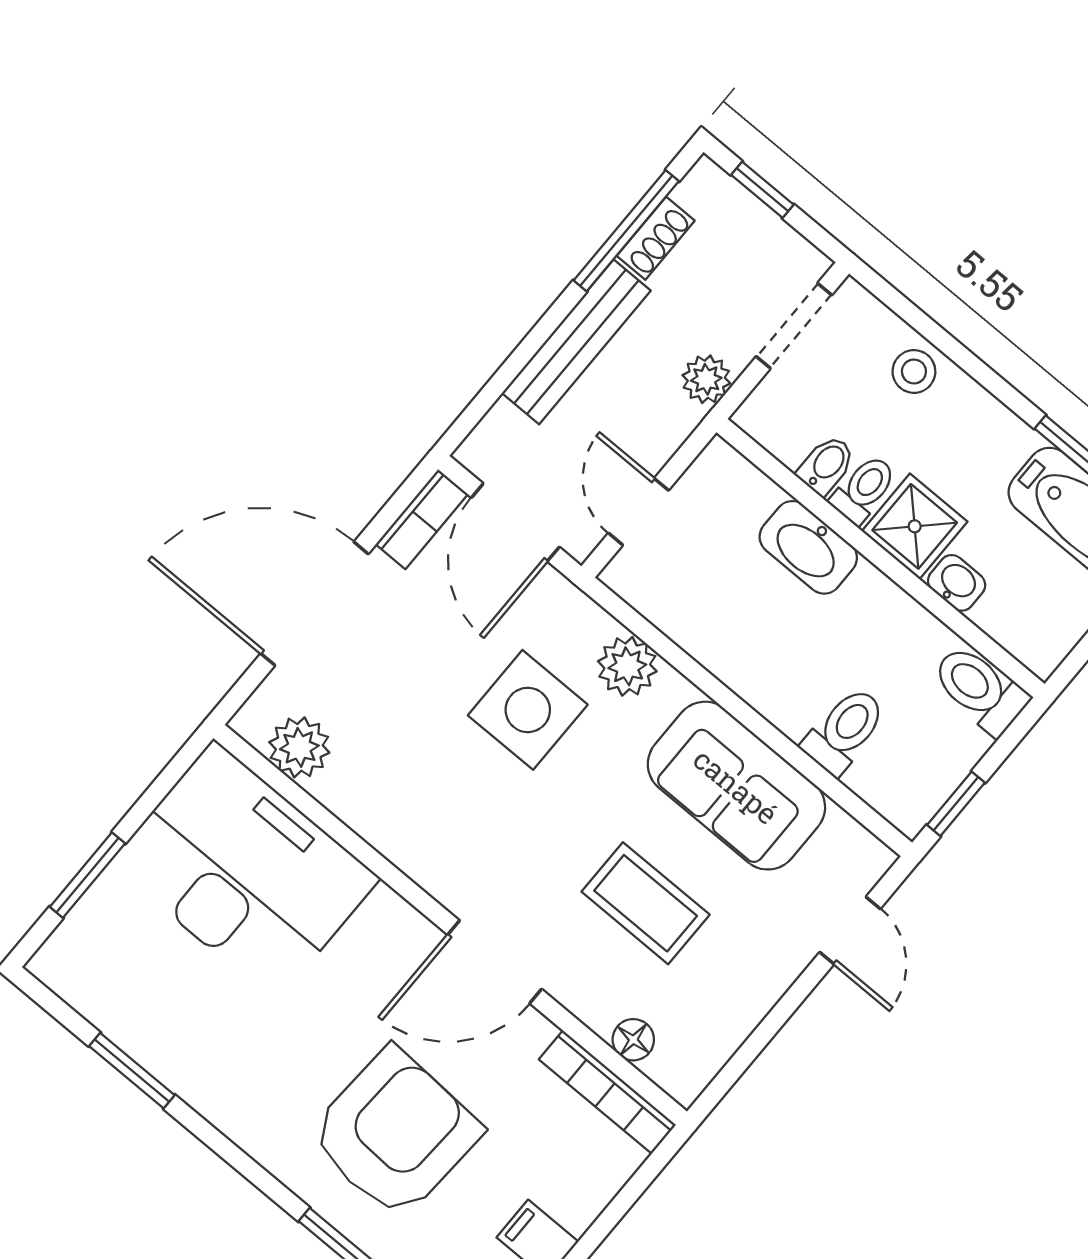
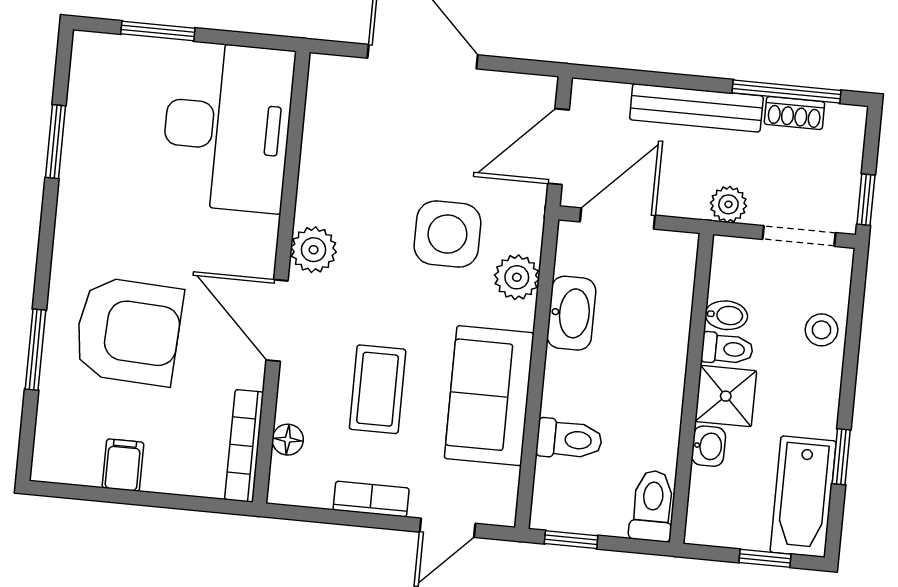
window: (762, 190) -> (866, 200), moved
door: (638, 512) -> (617, 219), width x1.38
bookcase: (422, 519) -> (371, 499), moved, turned 180
washbasin: (808, 547) -> (571, 313), moved, turned 180
plant: (299, 747) -> (314, 250), moved

